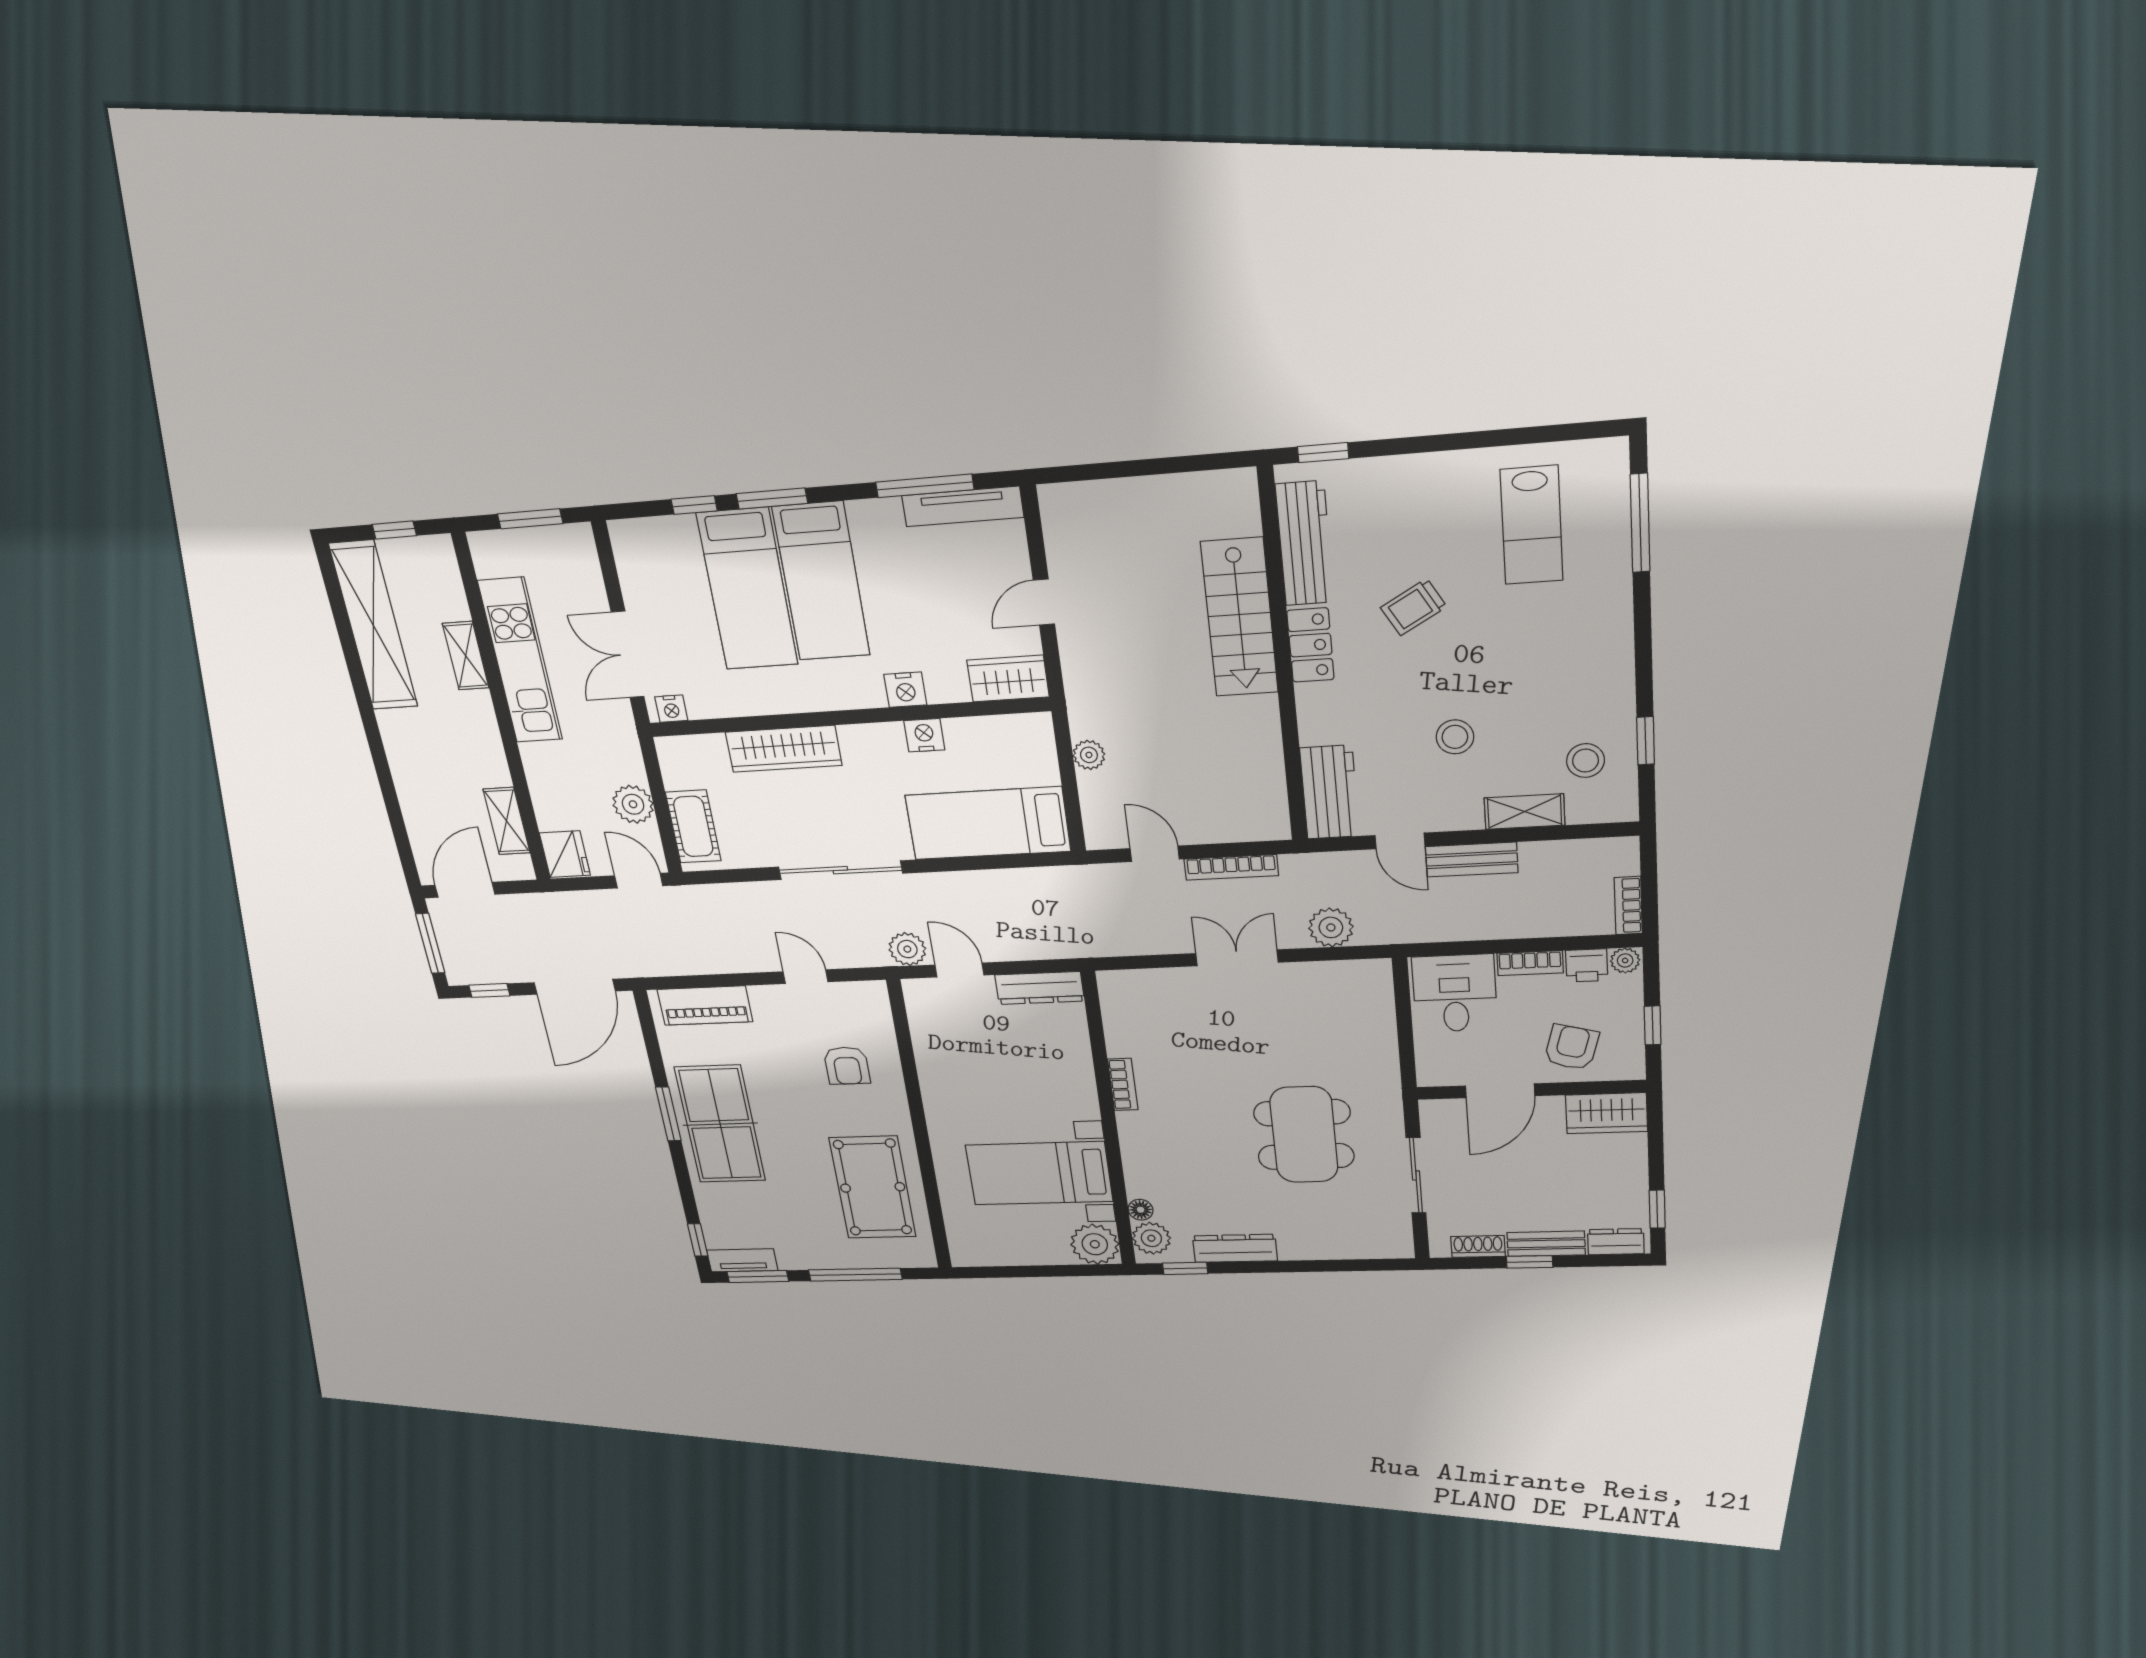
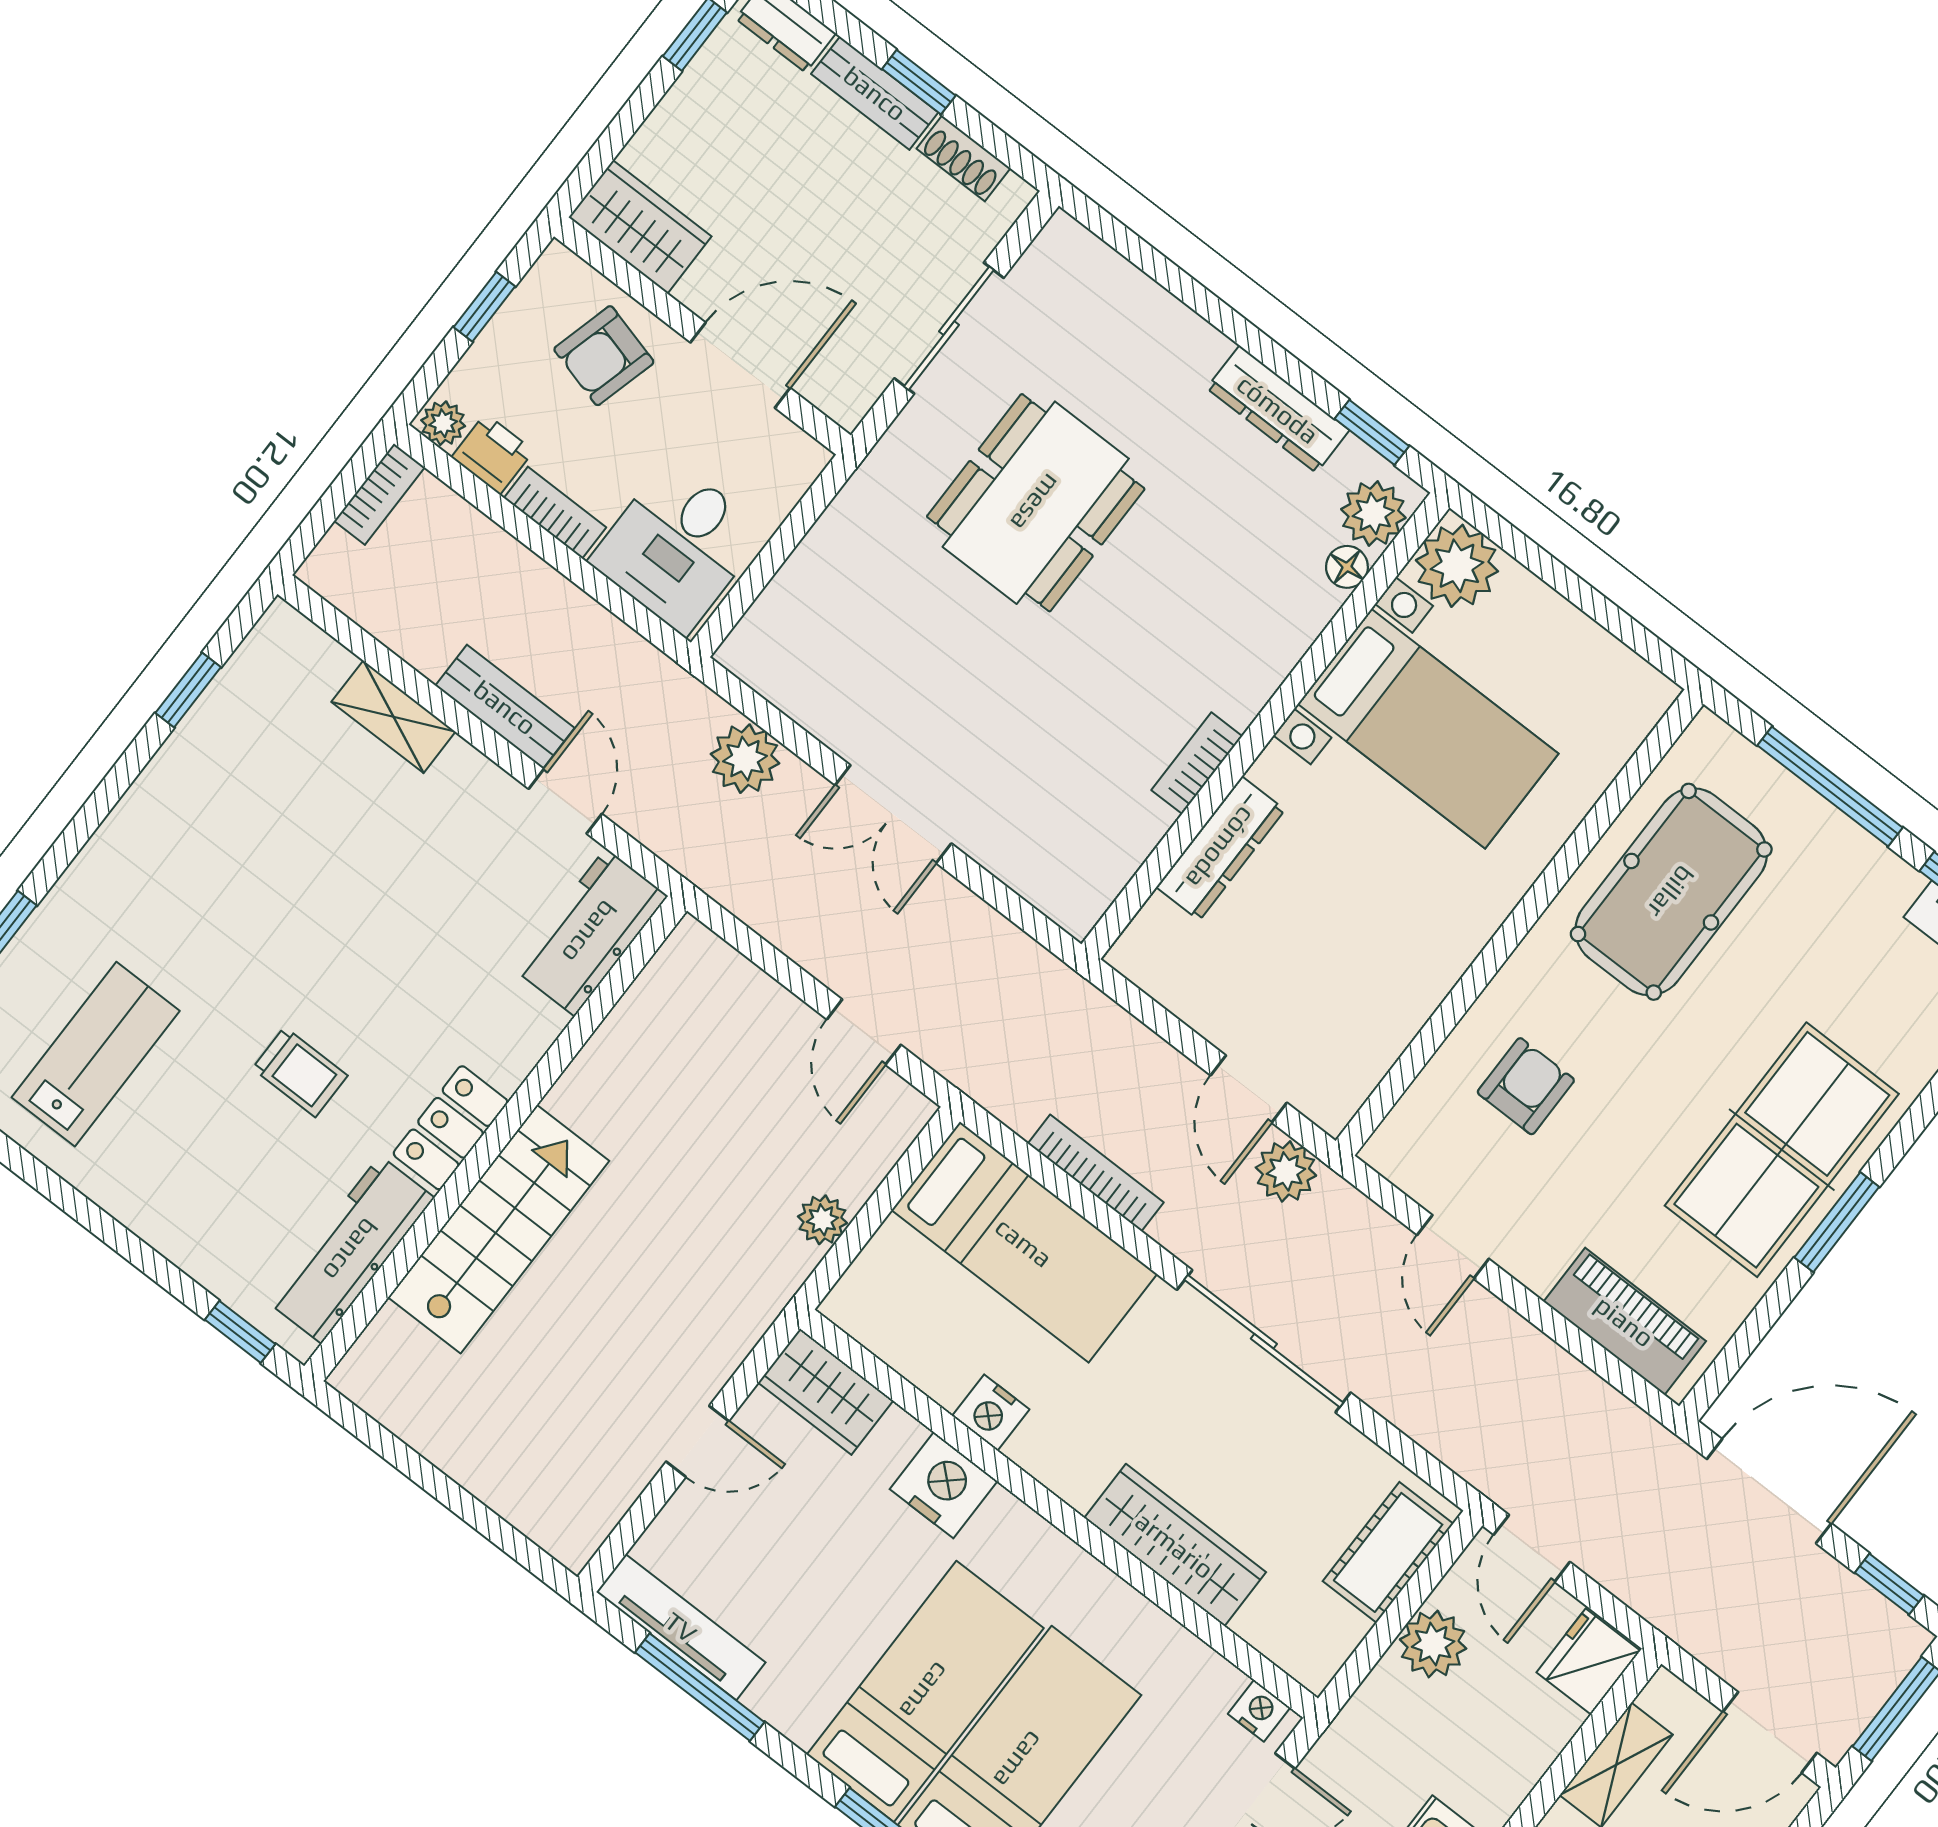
trolley: (1414, 607) -> (300, 1072), turned 30
nightstand: (905, 690) -> (944, 1485), width x1.36, depth x1.33
stool: (1455, 737) -> (390, 877), removed
stool: (1586, 761) -> (273, 722), removed
bookcase: (1231, 867) -> (1096, 1173), moved
dresser: (1040, 988) -> (1221, 848), moved, turned 90

